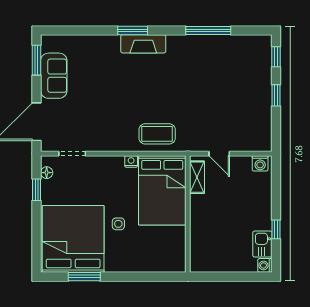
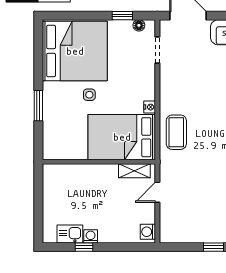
washing machine: (265, 265) -> (91, 236), moved
window: (84, 277) -> (38, 106), moved

